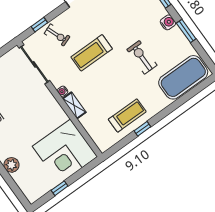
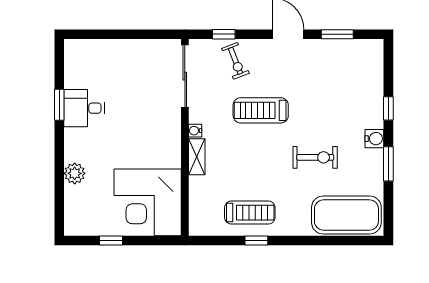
exercise bike: (142, 57) -> (315, 157), turned 90

